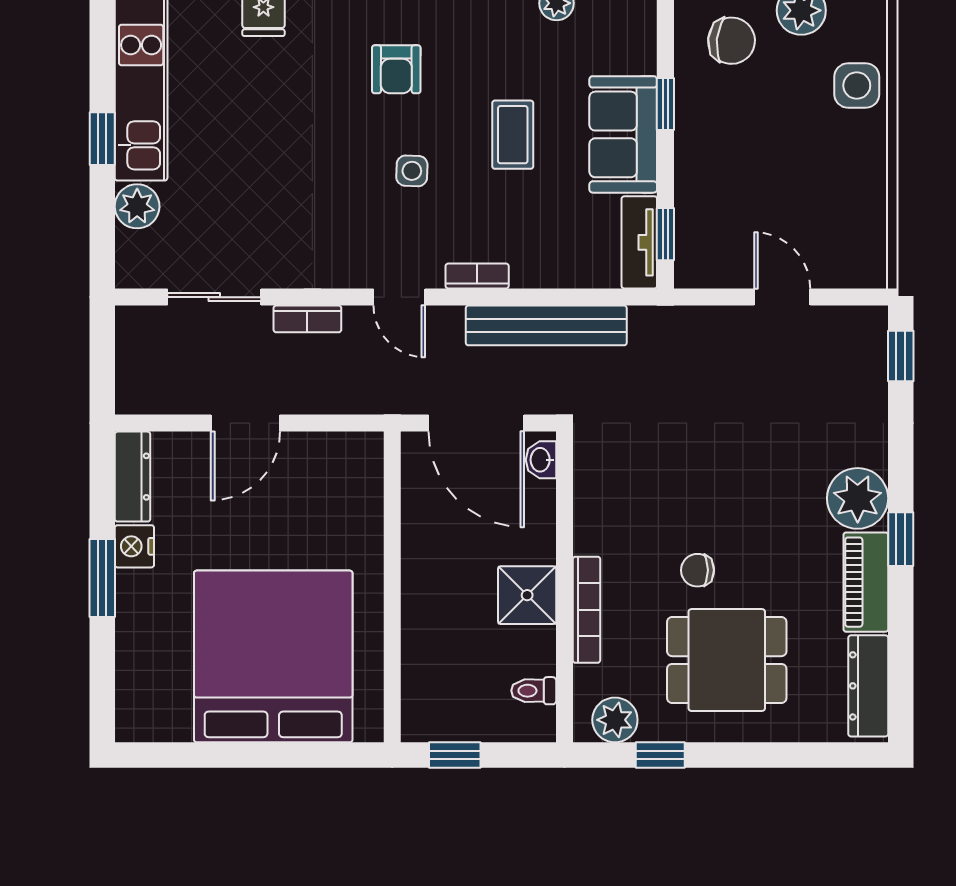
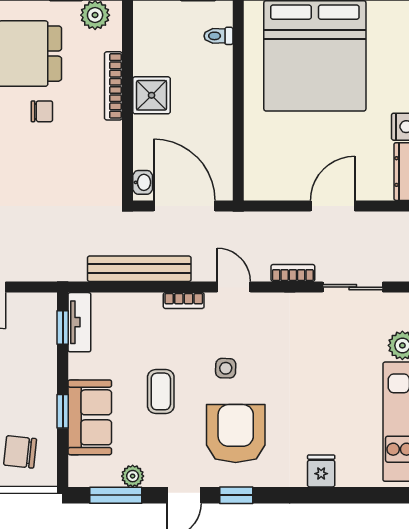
armchair: (396, 69) -> (236, 434), width x1.88, depth x1.88
sofa: (623, 134) -> (90, 417), moved
toilet: (534, 691) -> (219, 36), moved, turned 180

